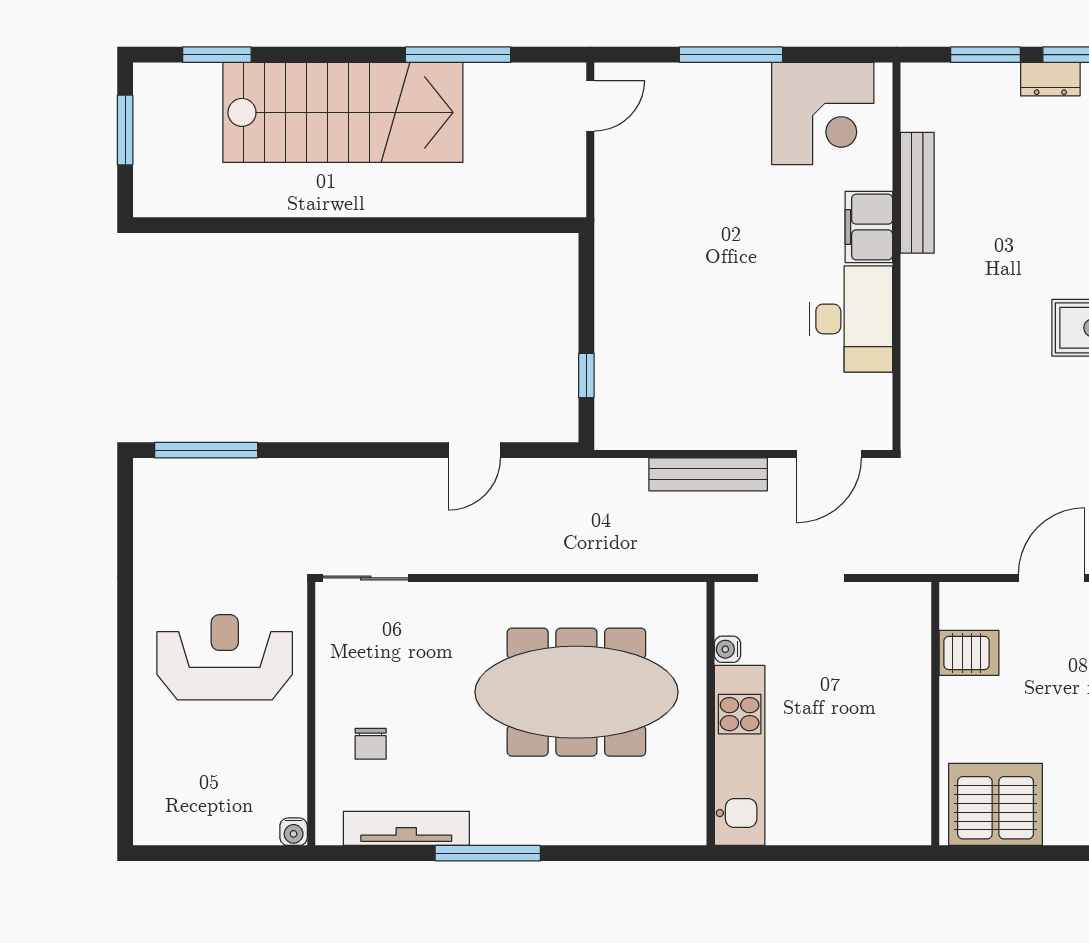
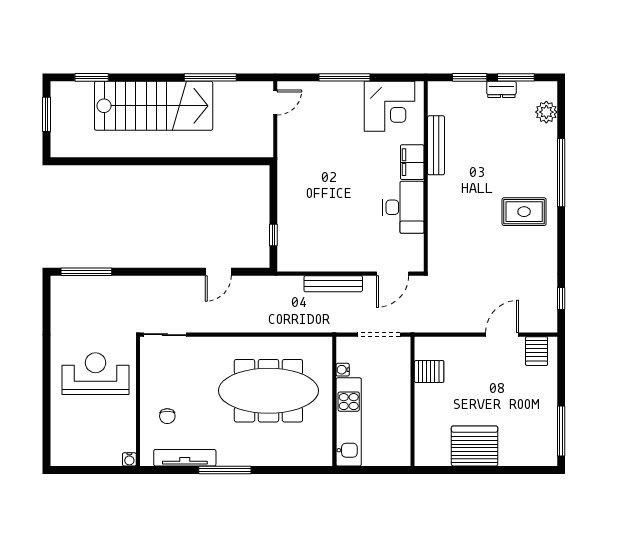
server rack: (969, 653) -> (429, 371), moved
wall: (935, 714) -> (412, 401), moved

